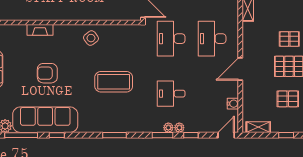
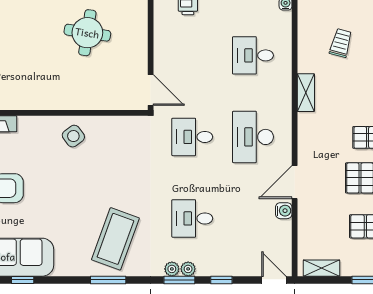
desk: (171, 39) -> (192, 137), width x0.73
coffee table: (114, 82) -> (115, 239), moved, turned -70
water cooler: (233, 104) -> (284, 211), moved
plant: (179, 128) -> (172, 269), moved
door: (226, 135) -> (274, 280), hinge flipped

